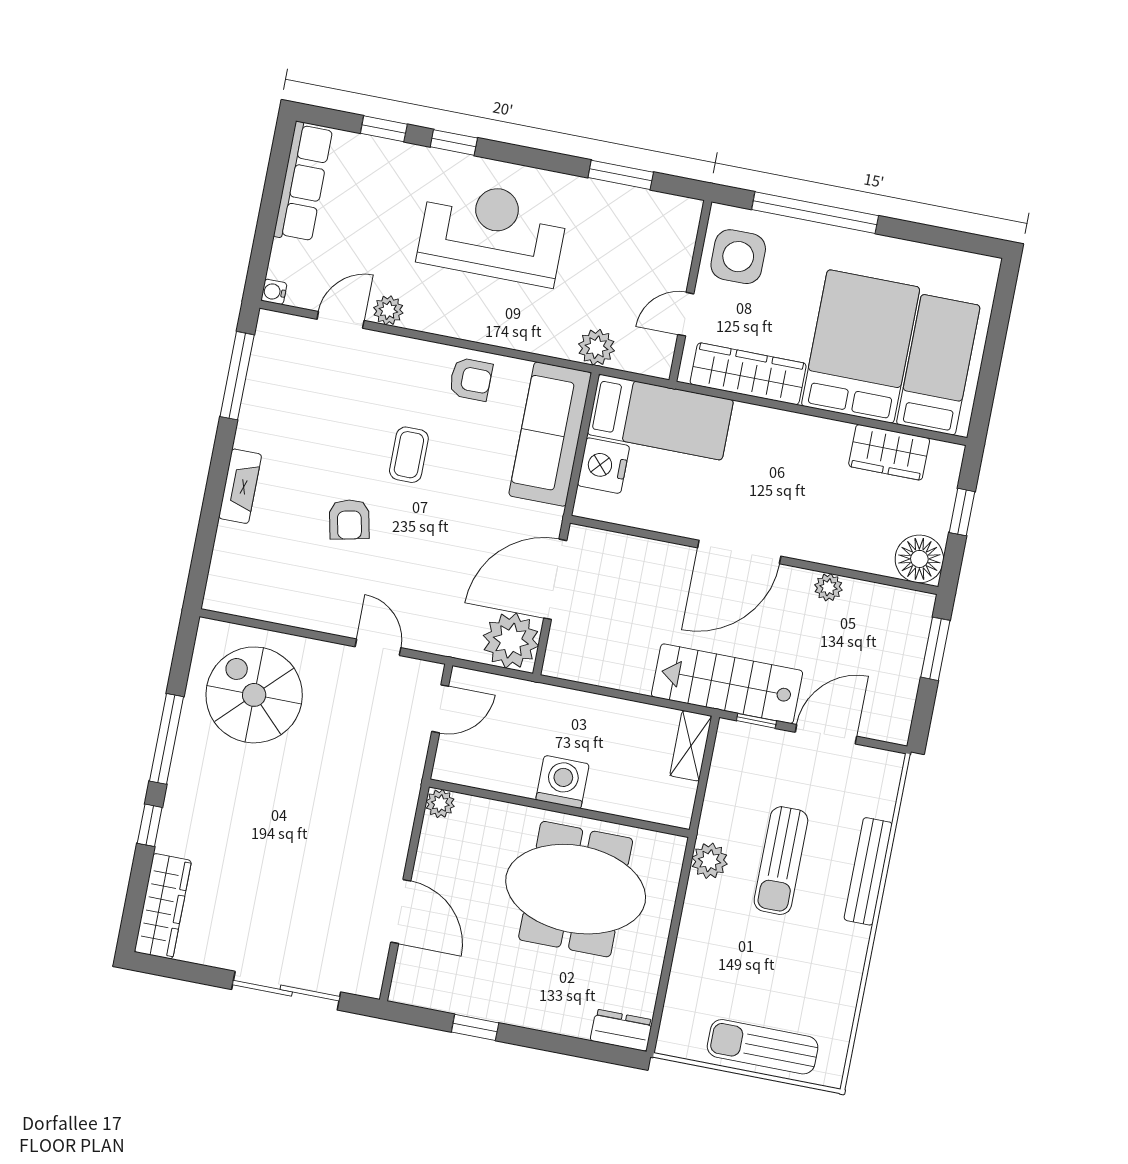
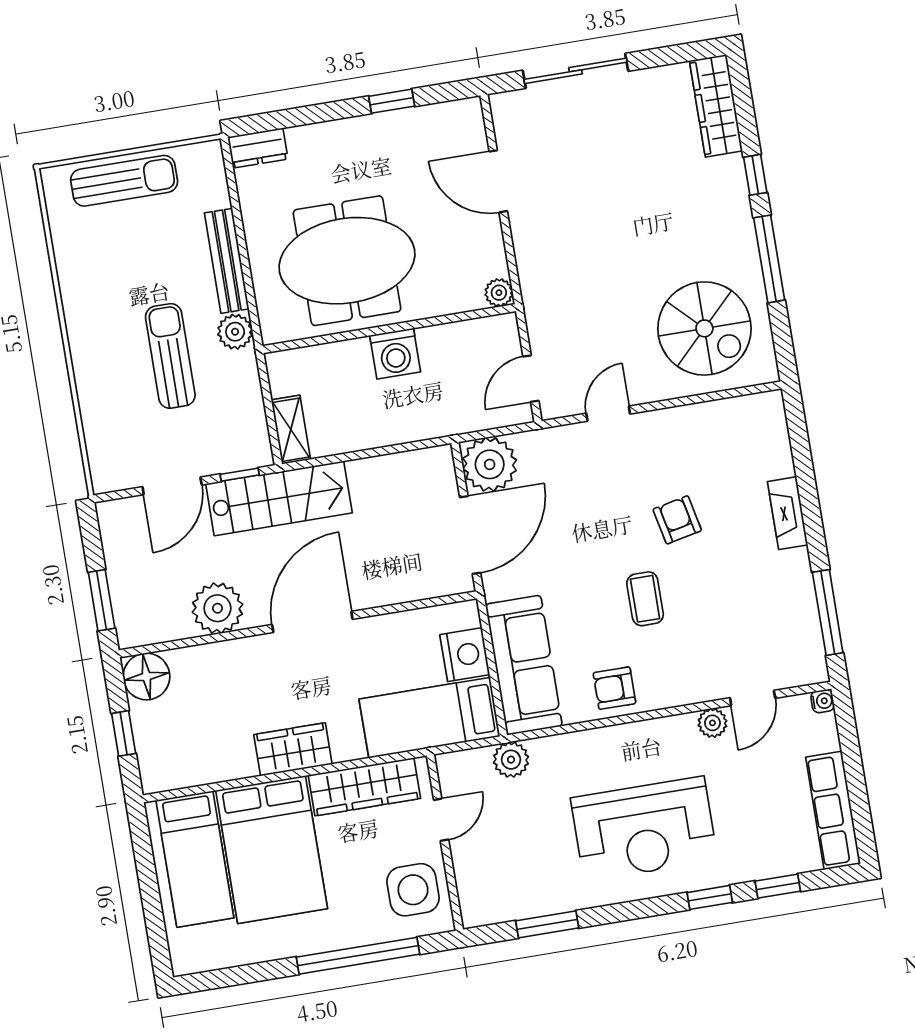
wardrobe: (889, 452) -> (293, 749), moved
plant: (828, 587) -> (217, 608), width x1.88, depth x1.88
door: (378, 647) -> (608, 414), swing flipped
bench: (868, 871) -> (227, 261), moved

